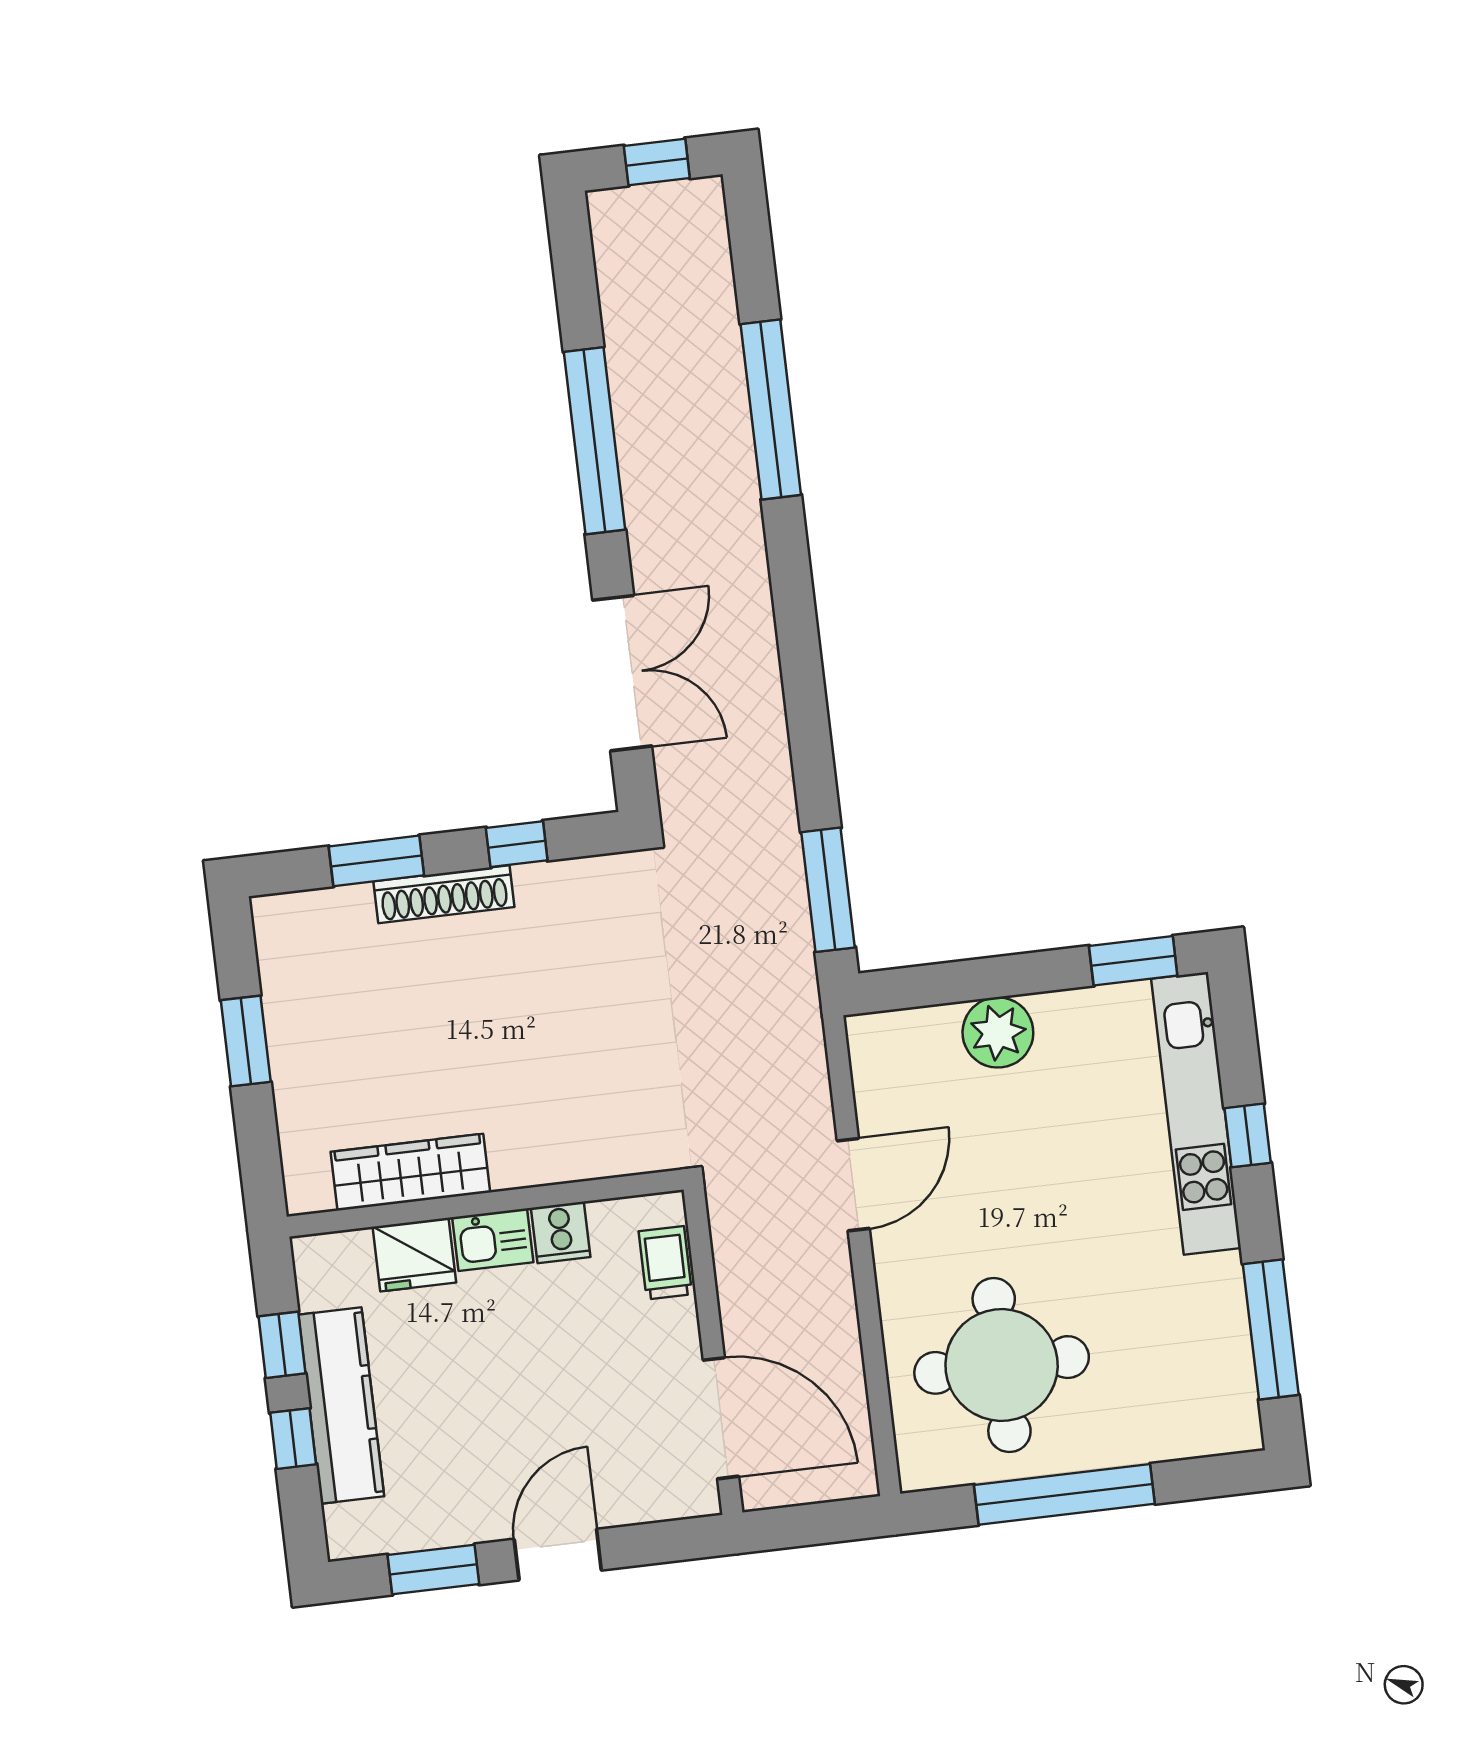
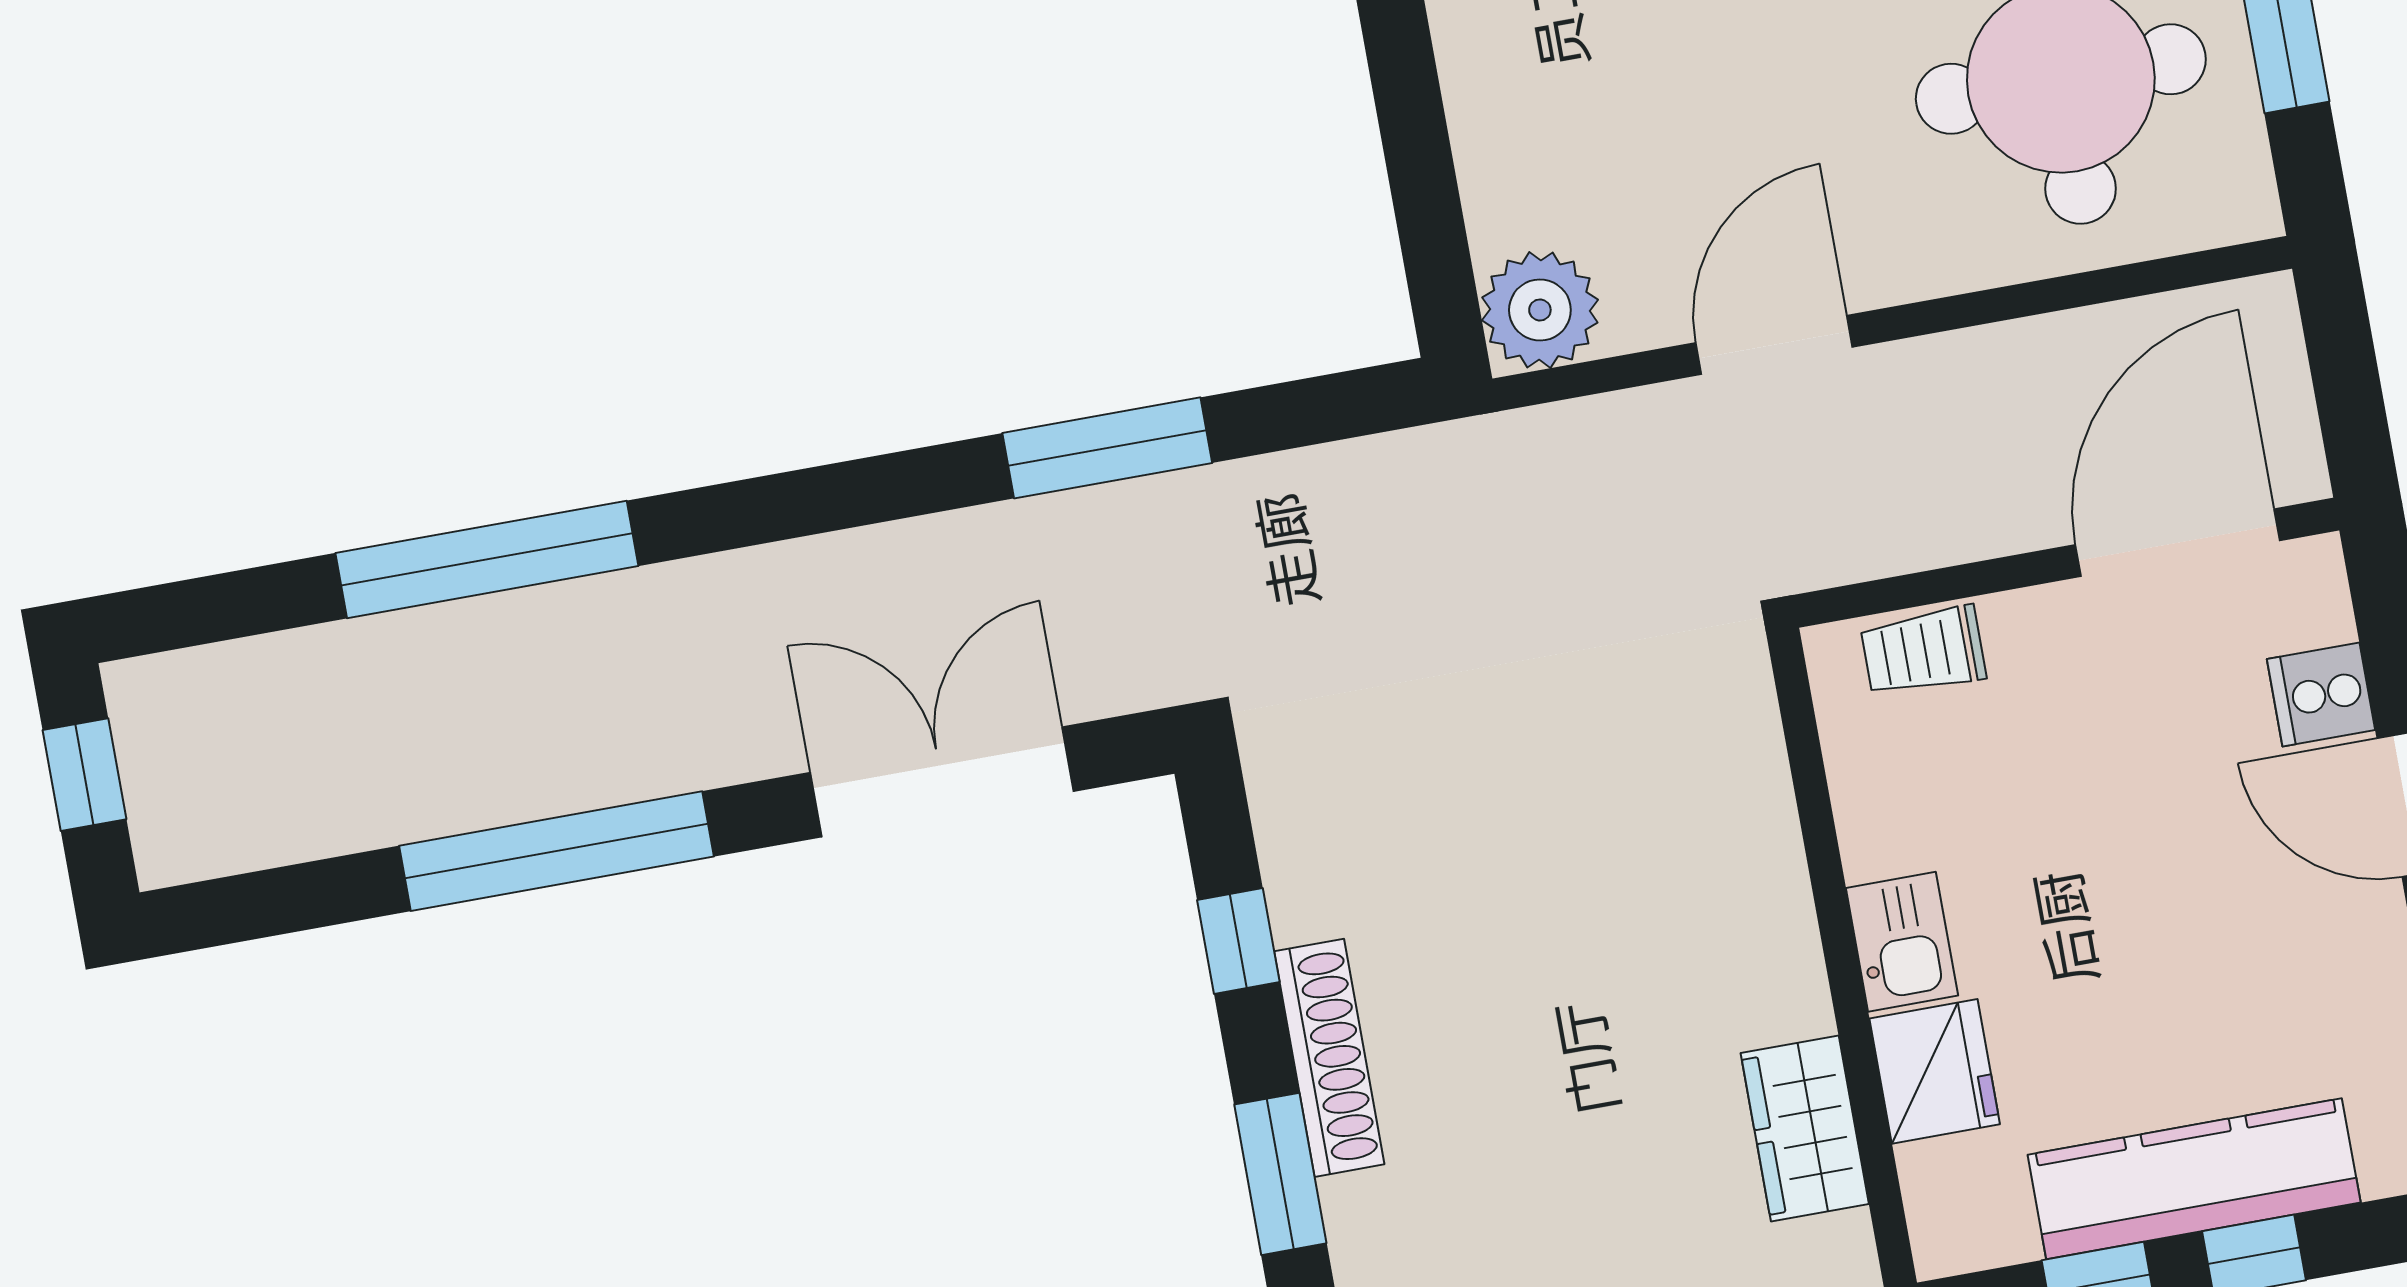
window: (828, 890) -> (1107, 448), moved
plant: (998, 1032) -> (1540, 310), moved
wardrobe: (410, 1172) -> (1805, 1129), width x0.67
door: (853, 1185) -> (1774, 345), hinge flipped
cooker: (561, 1232) -> (2321, 695), moved, turned 180

